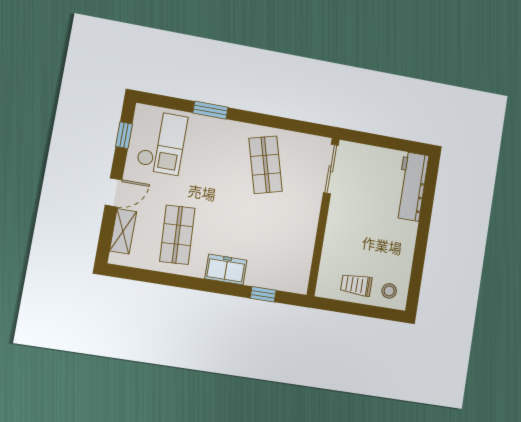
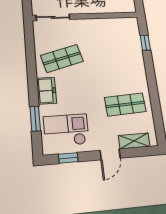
window: (210, 110) -> (35, 119), moved
door: (114, 192) -> (110, 154), swing flipped
freezer: (226, 269) -> (47, 91), moved, turned 180

